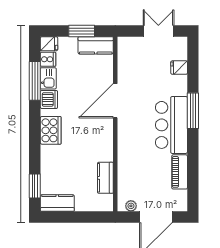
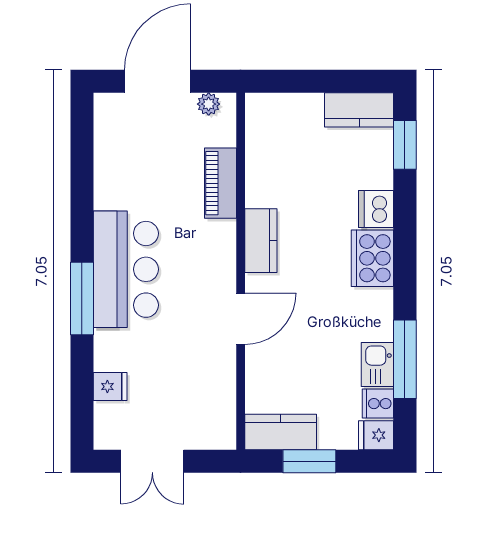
dishwasher: (49, 99) -> (376, 209), moved
door: (115, 101) -> (241, 319), width x0.73
piano: (180, 172) -> (221, 183), moved, turned 180
kitchen counter: (105, 178) -> (261, 241), moved

